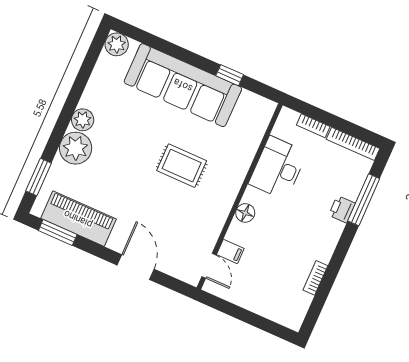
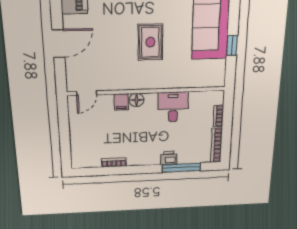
desk: (278, 168) -> (173, 107), width x0.73
filing cabinet: (230, 251) -> (121, 102), moved

